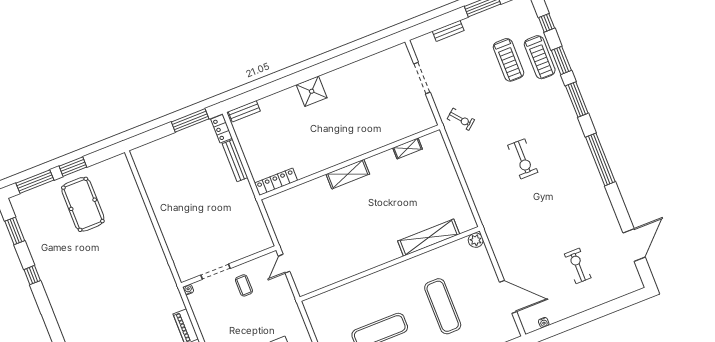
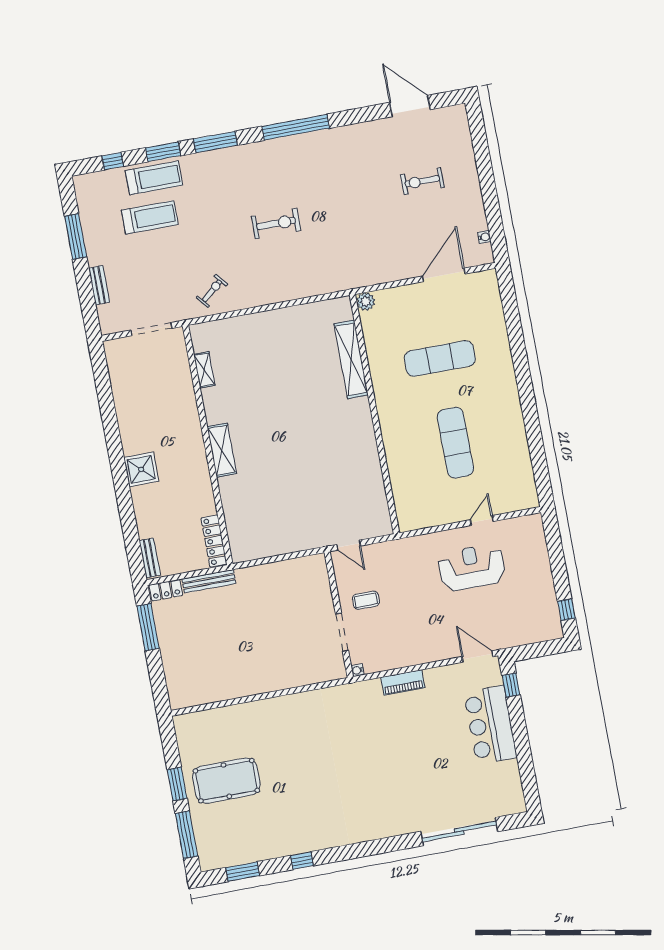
shelving: (407, 148) -> (204, 370), moved
wall: (350, 162) -> (208, 445), moved
shelving: (348, 174) -> (222, 450), moved
locker: (276, 182) -> (214, 541), moved

